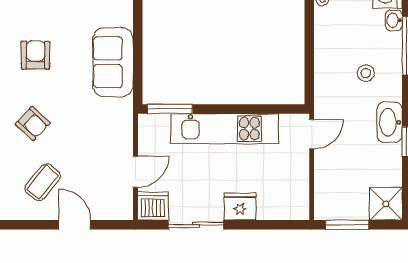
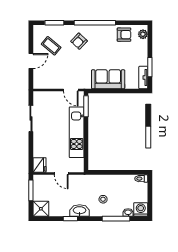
armchair: (36, 55) -> (124, 35), moved
door: (312, 134) -> (61, 174), moved
door: (135, 172) -> (71, 90), moved
dishwasher: (153, 206) -> (40, 98), removed
fridge: (240, 207) -> (40, 165), moved

